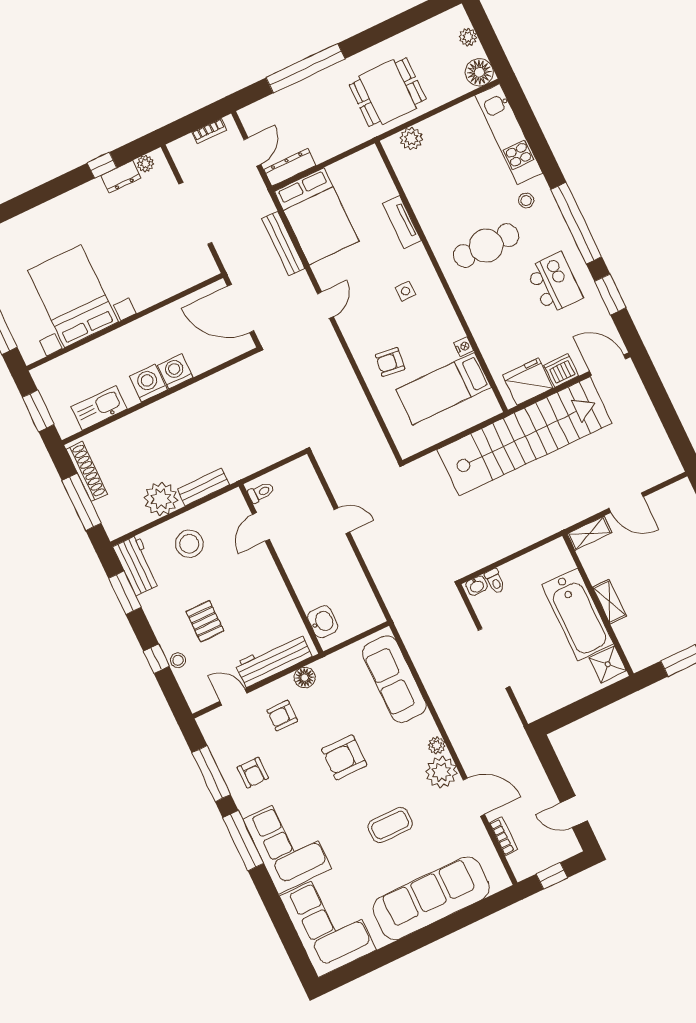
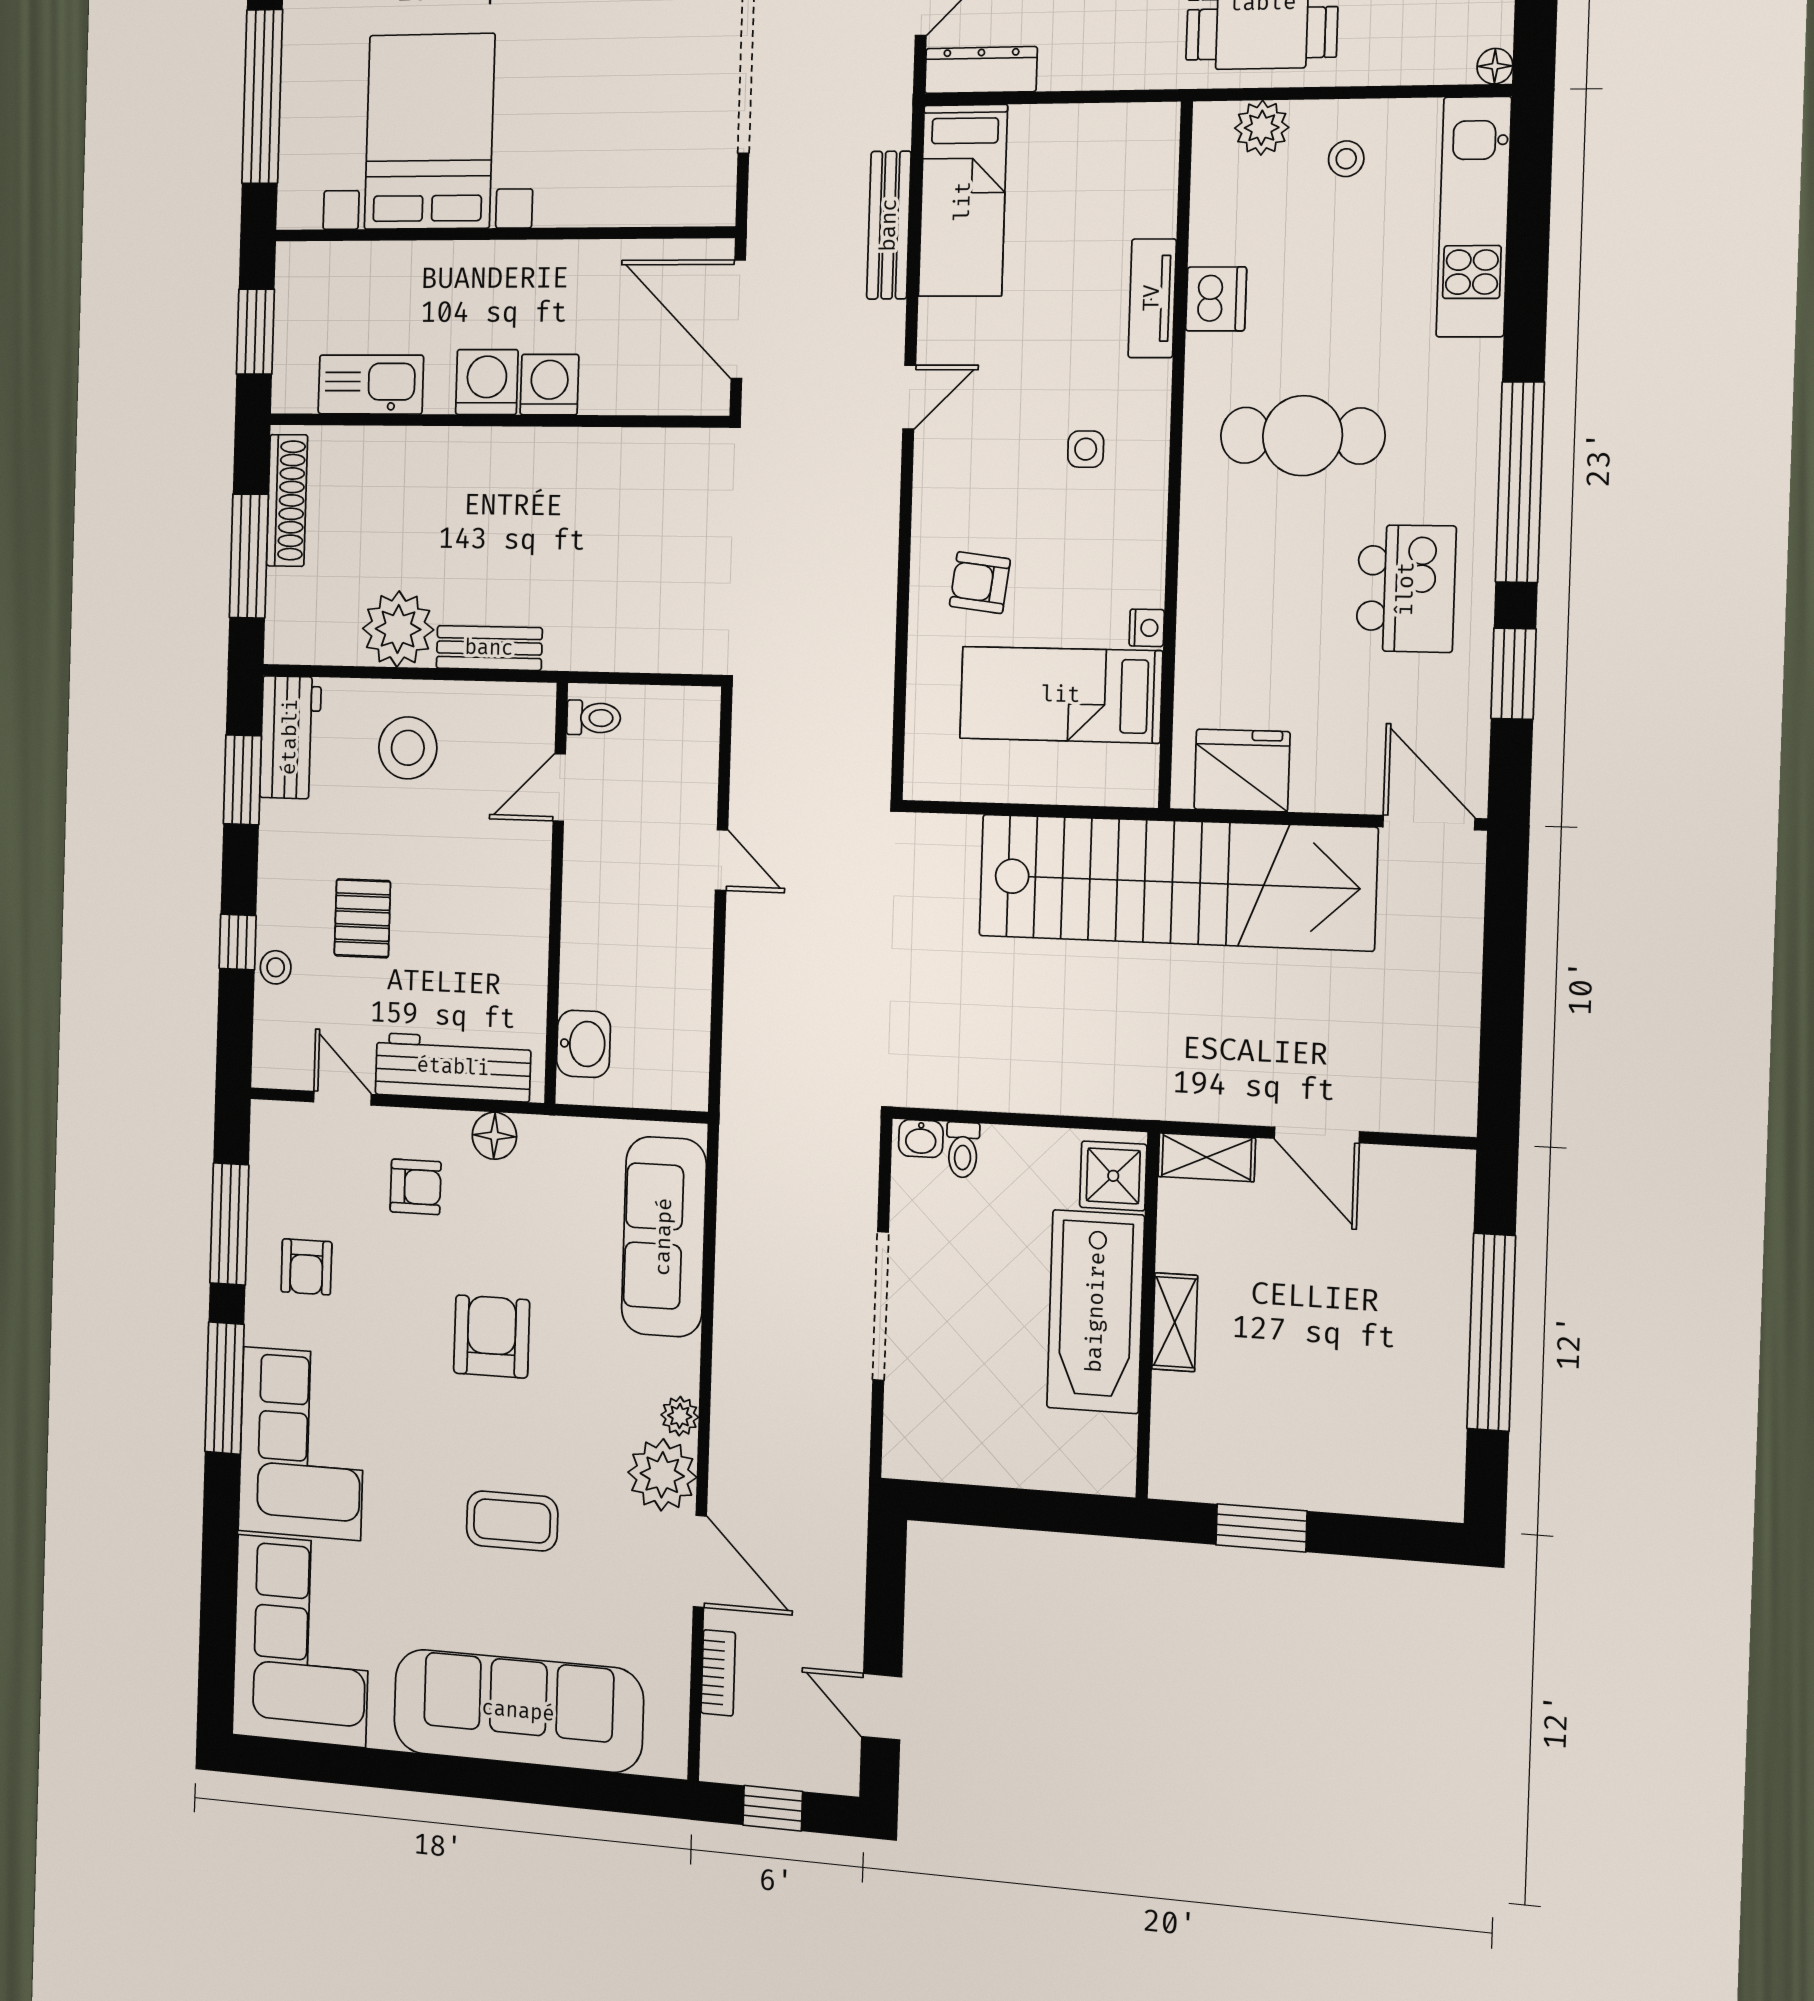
floor lamp: (479, 72) -> (1495, 66), width x0.53, depth x0.53
stool: (526, 201) -> (1346, 159), moved
bed: (316, 216) -> (963, 201), width x0.67
dishwasher: (561, 370) -> (1216, 299), moved, turned 90
shower: (608, 664) -> (1113, 1176), moved
armchair: (282, 716) -> (416, 1187), turned 180
armchair: (344, 757) -> (492, 1337), turned 90

